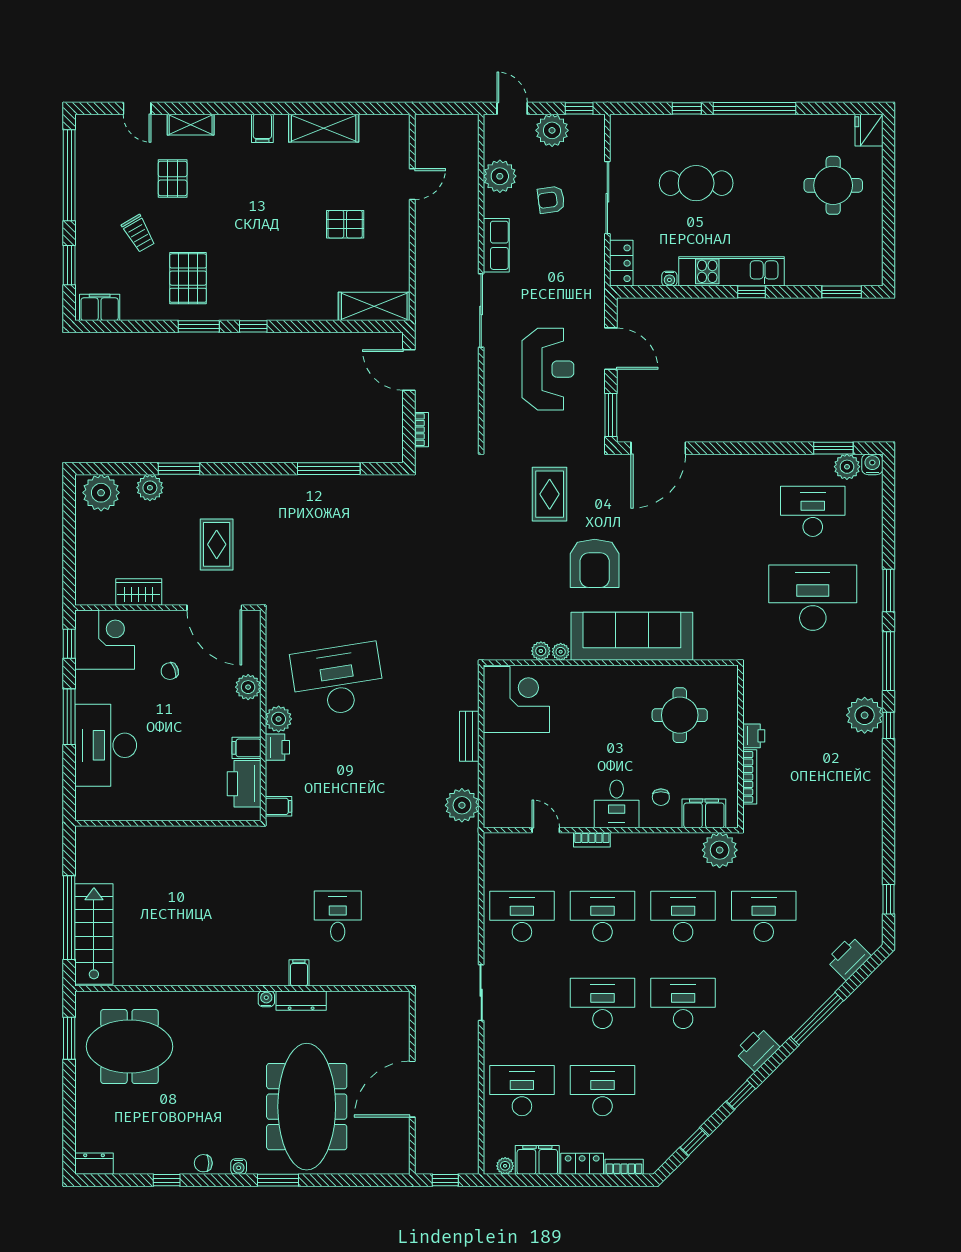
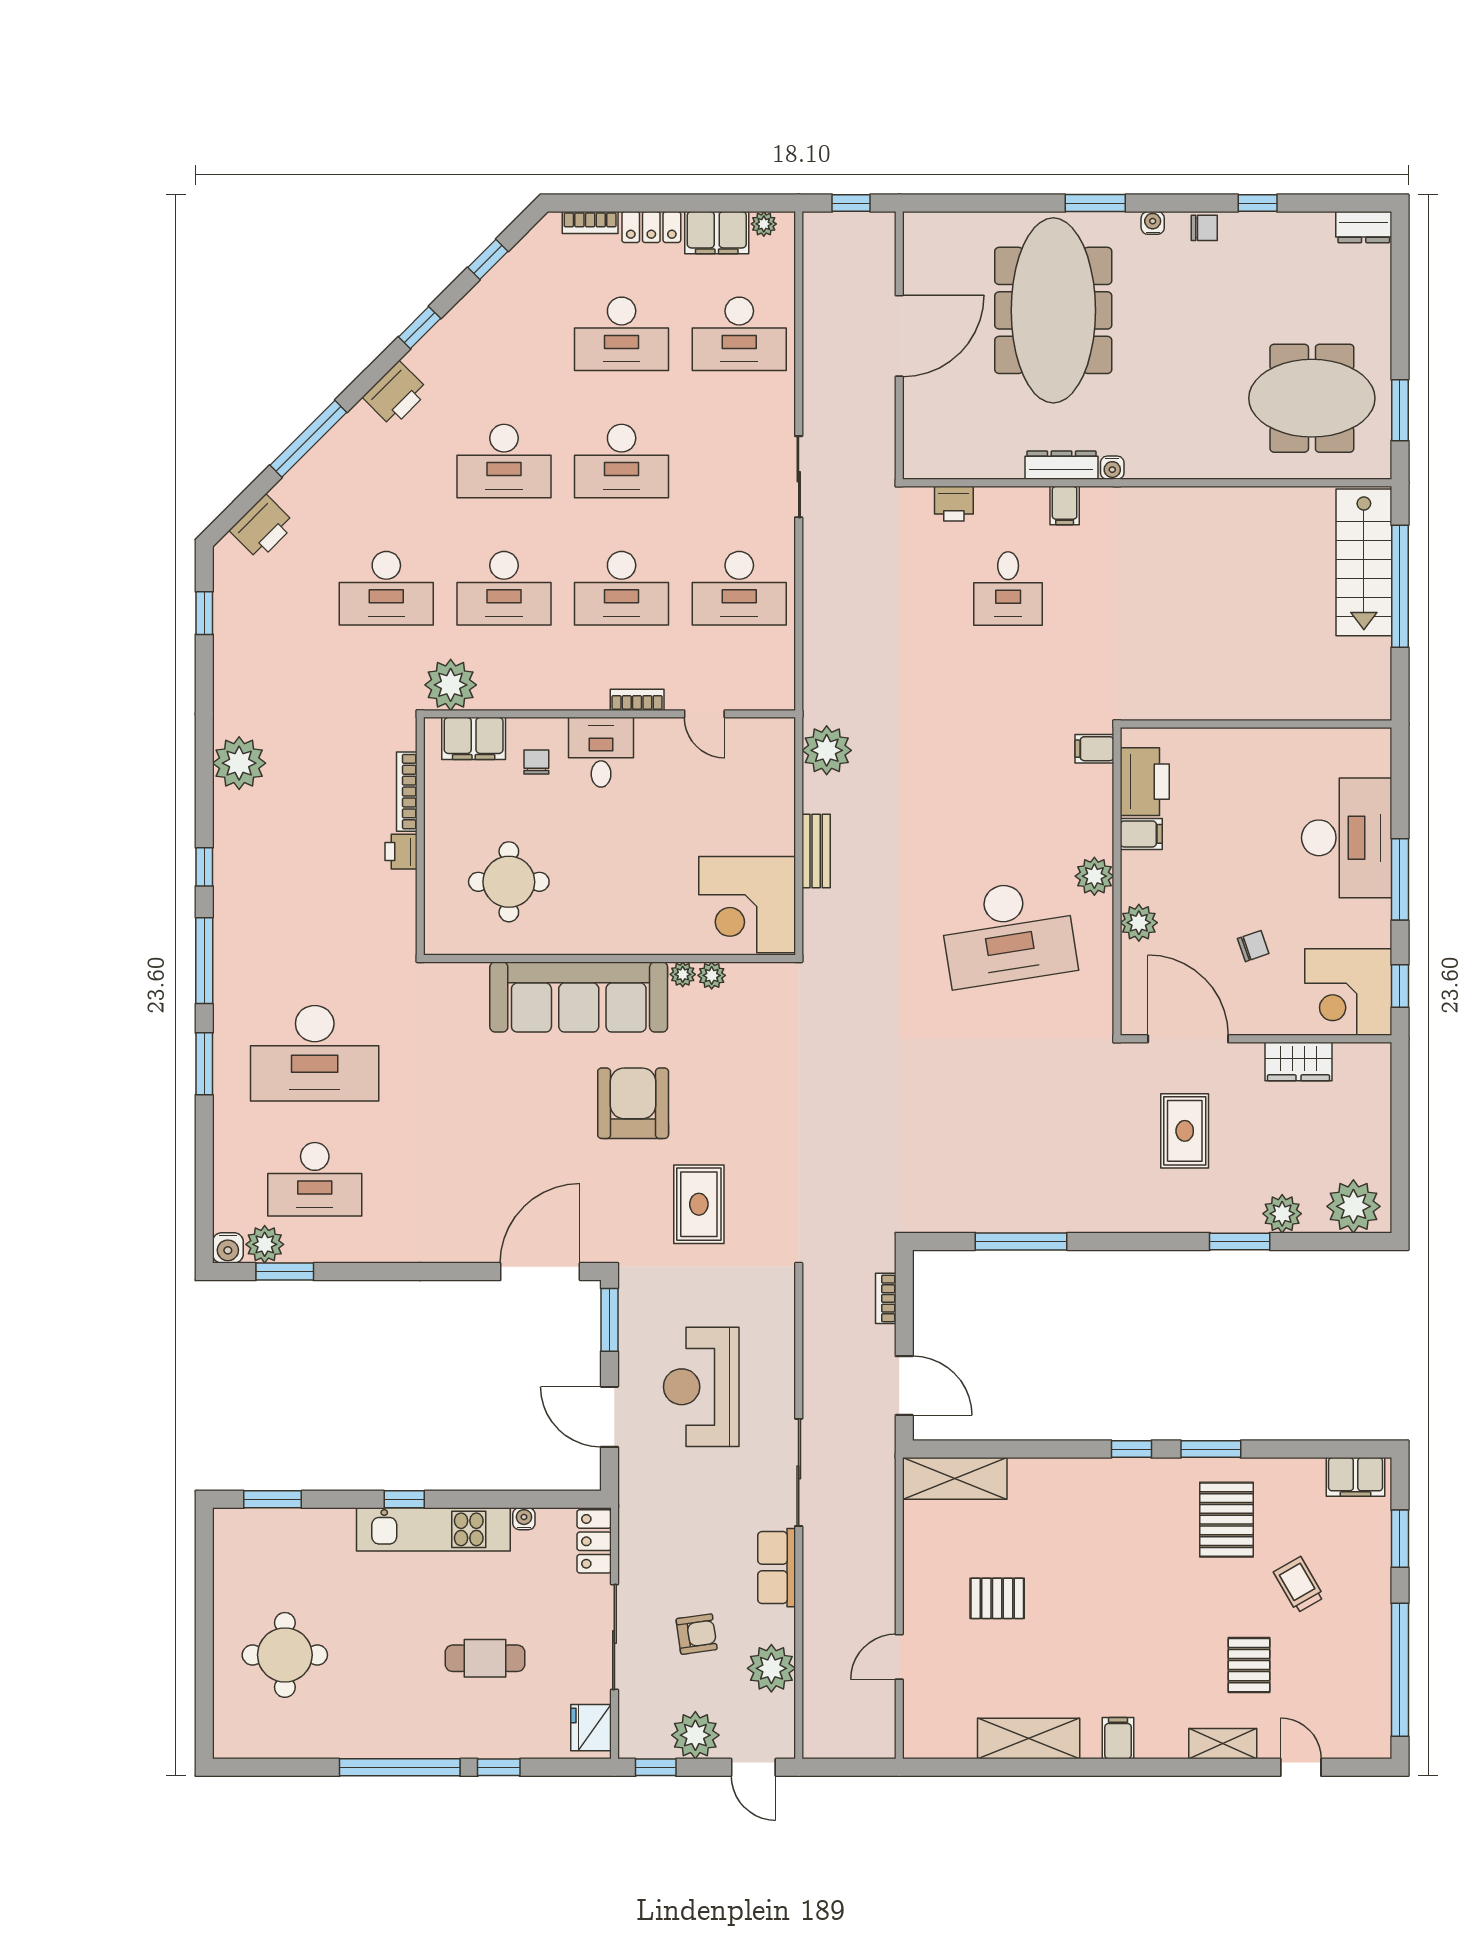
fridge: (869, 130) -> (591, 1728), moved, turned 180
cafe table: (696, 183) -> (485, 1658), width x0.73, depth x0.74
plant: (865, 715) -> (239, 763), moved
printer: (277, 747) -> (954, 504), moved, turned -90

